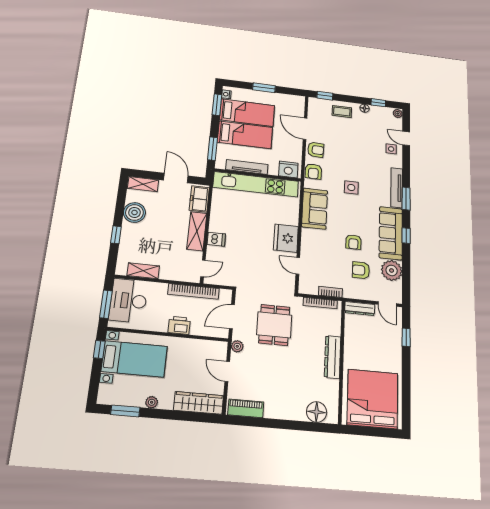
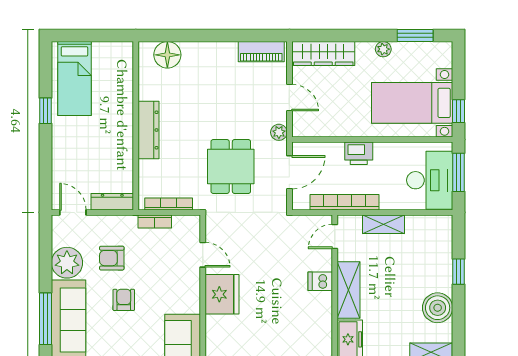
window: (406, 236) -> (46, 319), width x2.17
armchair: (361, 270) -> (112, 258), turned 180
shelving: (143, 271) -> (383, 224), moved
window: (406, 337) -> (46, 111), moved
bed: (373, 399) -> (74, 78), width x0.49

